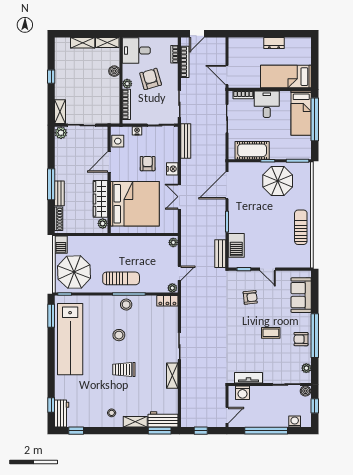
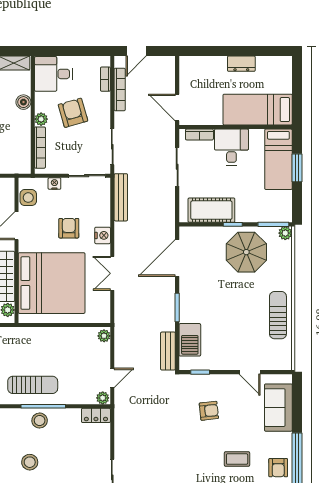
window: (315, 119) -> (297, 168), width x0.47
plant: (306, 167) -> (285, 233), added
door: (268, 269) -> (250, 372), moved
armchair: (301, 339) -> (278, 468), turned -90

